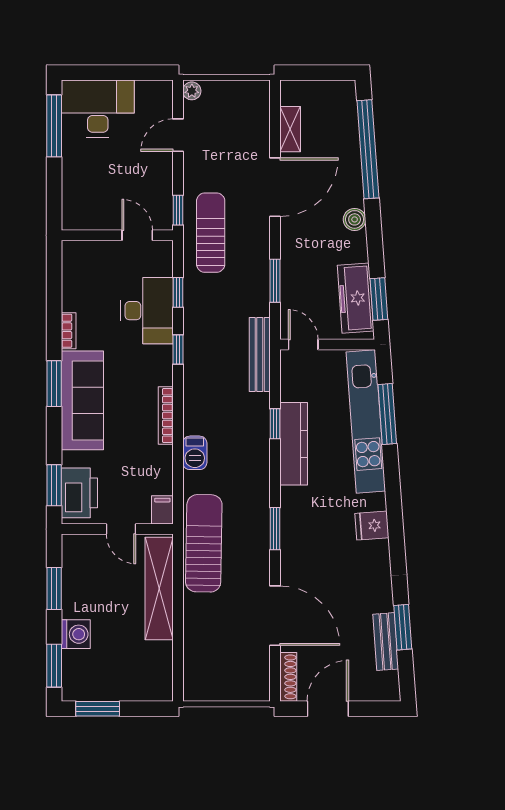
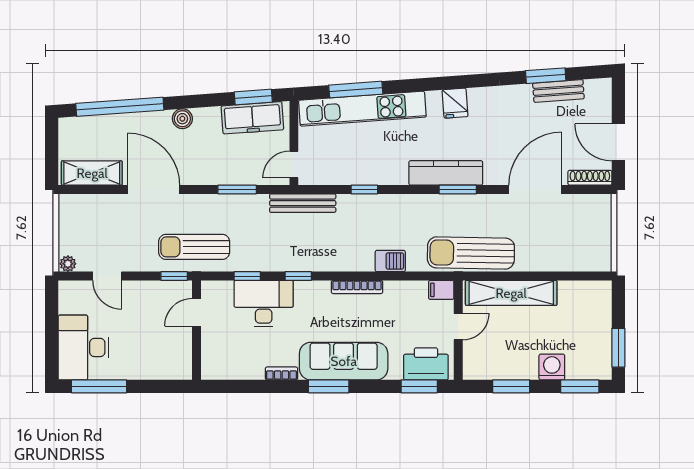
shelving: (290, 129) -> (92, 173), width x1.50, depth x1.33
kitchen counter: (294, 444) -> (446, 173), moved

